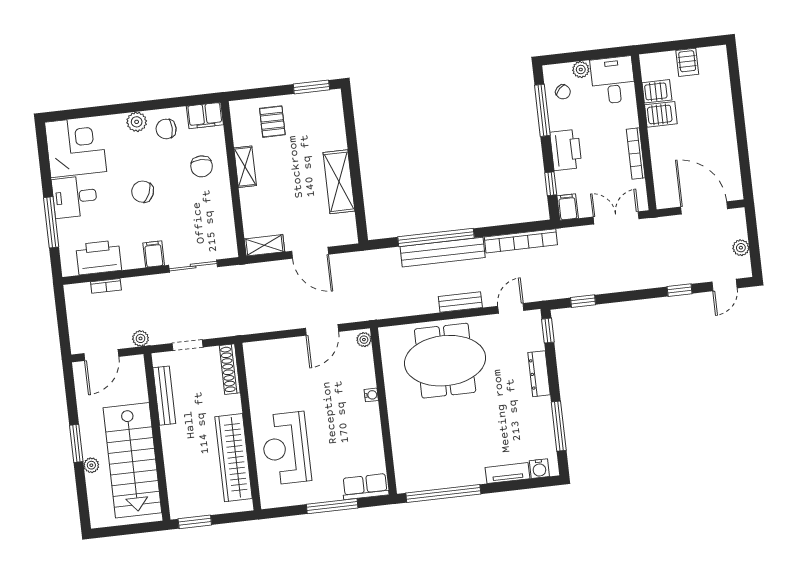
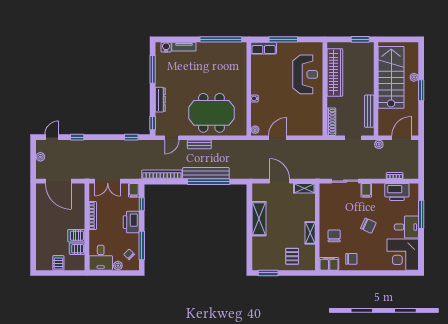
plant: (137, 122) -> (367, 265), removed

